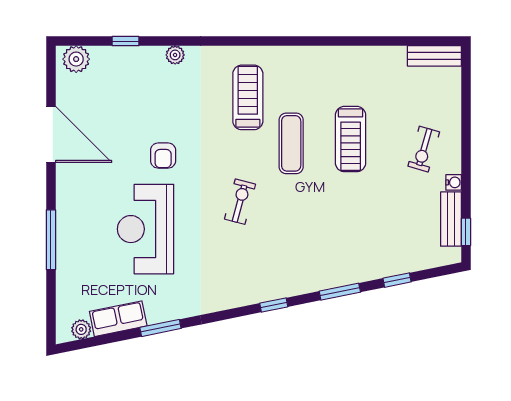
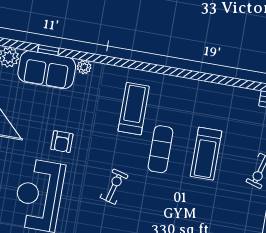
sofa: (128, 67) -> (47, 70), added

